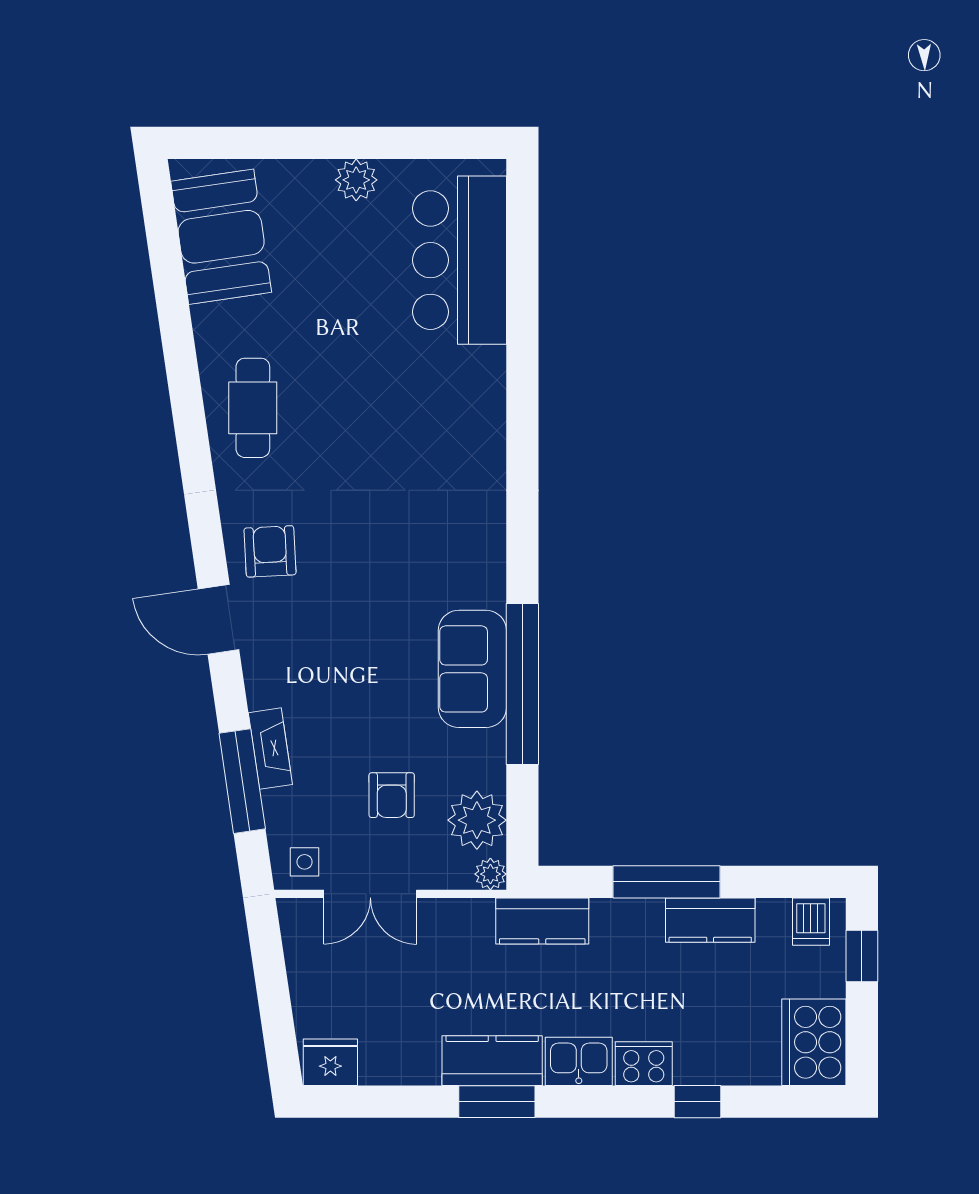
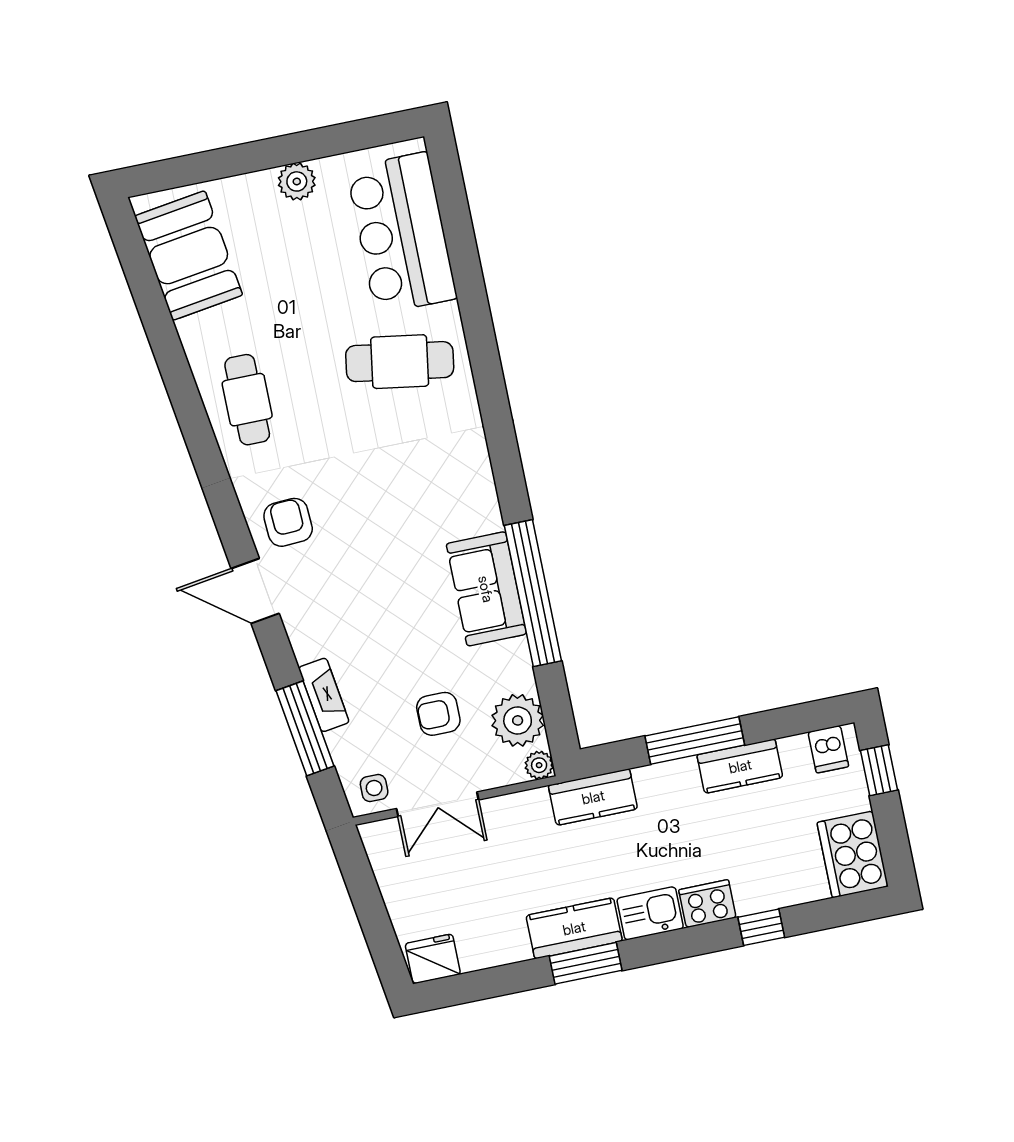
cafe table: (428, 400) -> (400, 362), added
armchair: (392, 795) -> (438, 714), turned 90

